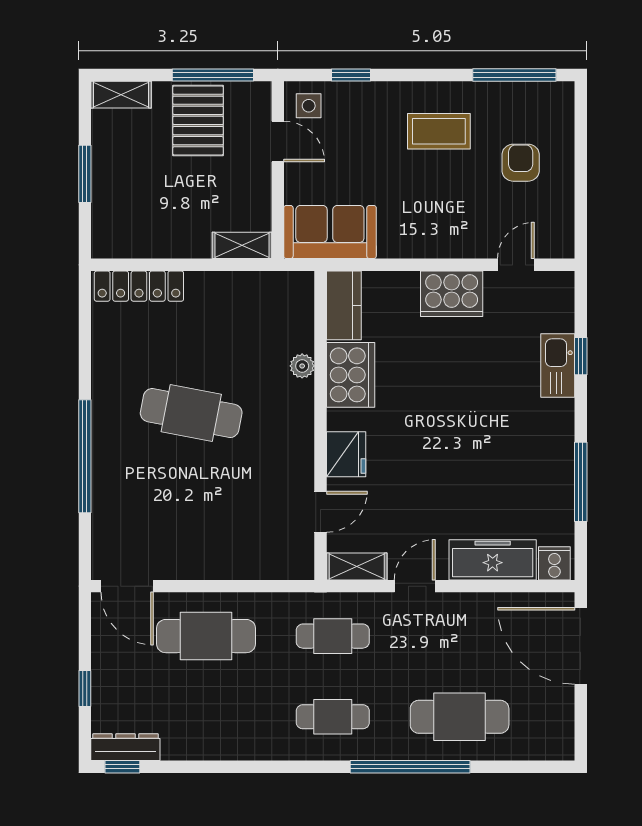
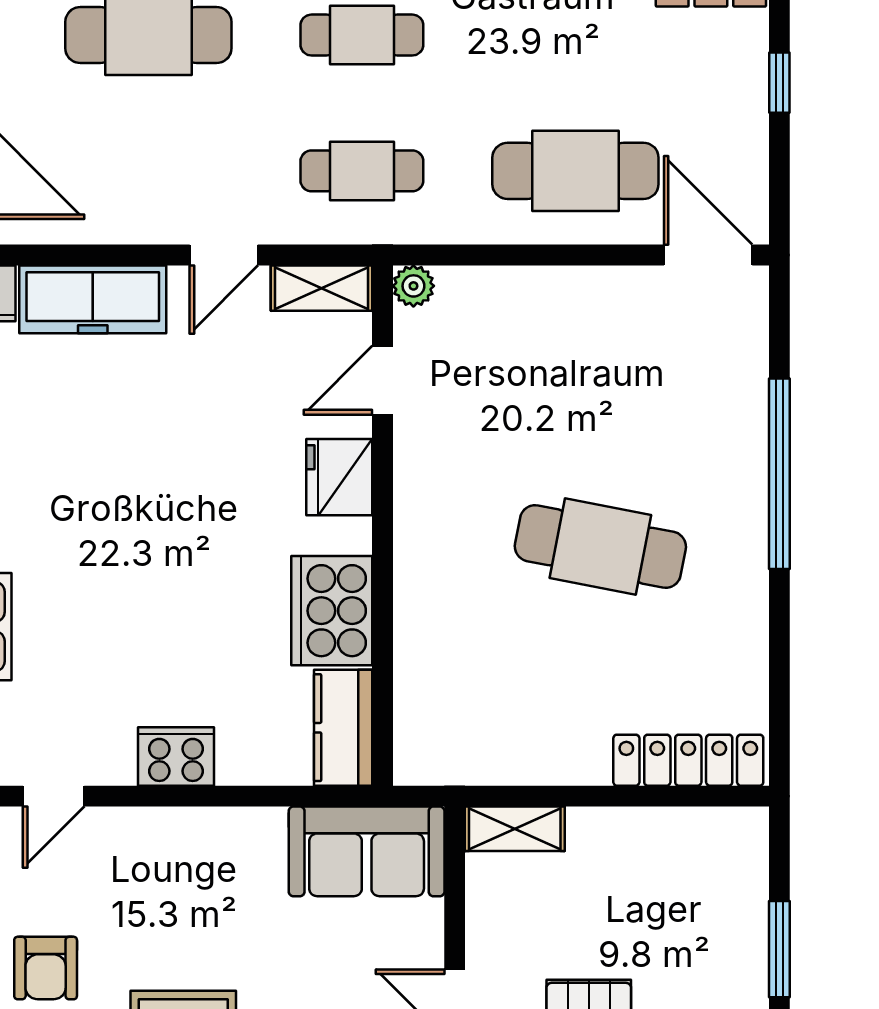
cooker: (452, 294) -> (176, 756), width x0.73, depth x0.76
plant: (302, 366) -> (413, 286), moved

